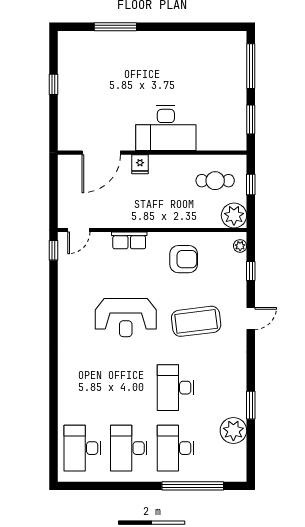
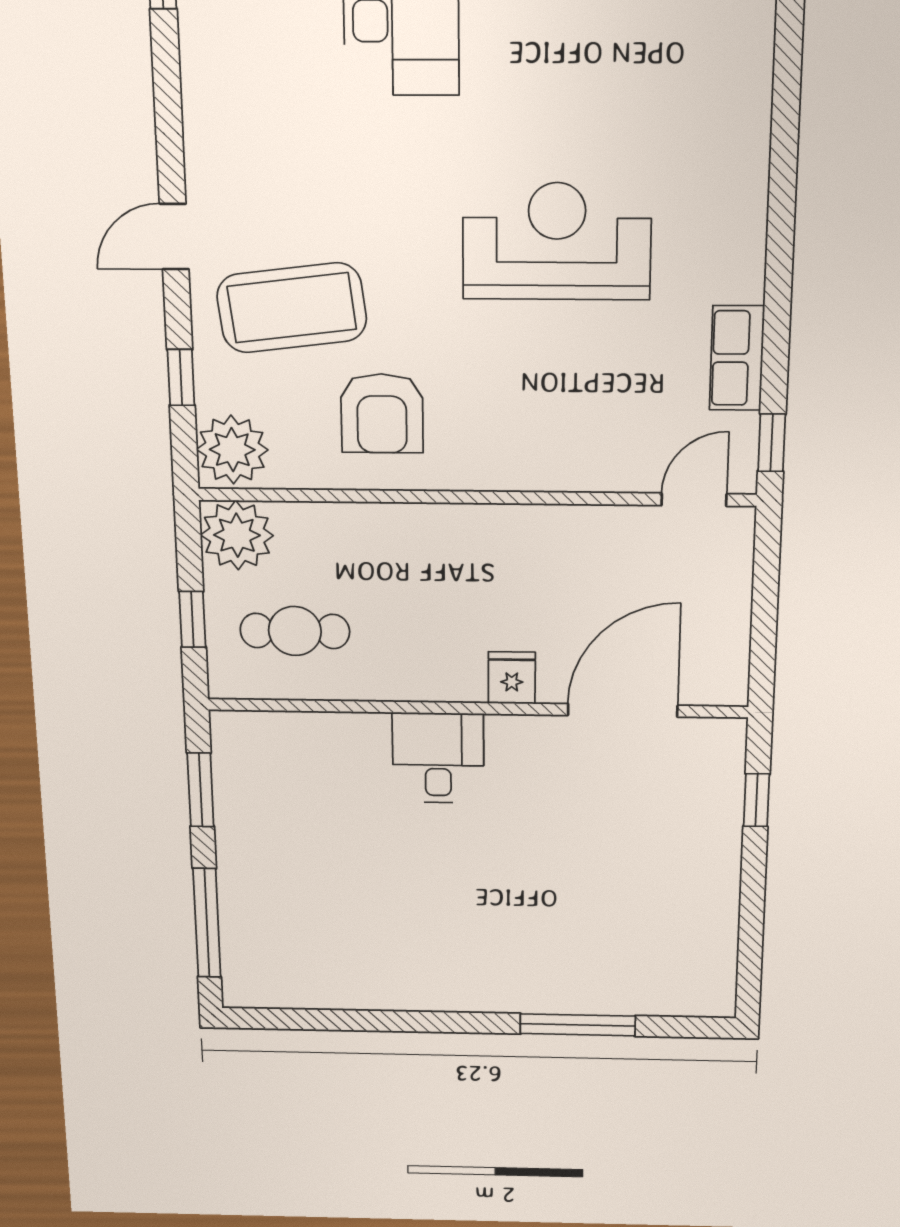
window: (54, 84) -> (757, 800), moved
desk: (166, 128) -> (438, 758), width x0.53, depth x0.77
row of seats: (129, 240) -> (737, 358), moved, turned -90
plant: (240, 246) -> (232, 450), width x1.87, depth x1.87
armchair: (184, 259) -> (382, 413), turned -90
coffee table: (196, 321) -> (292, 308), moved

